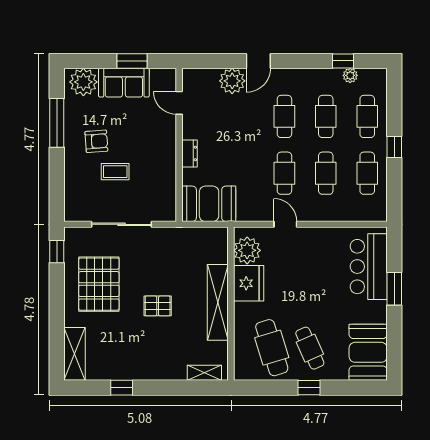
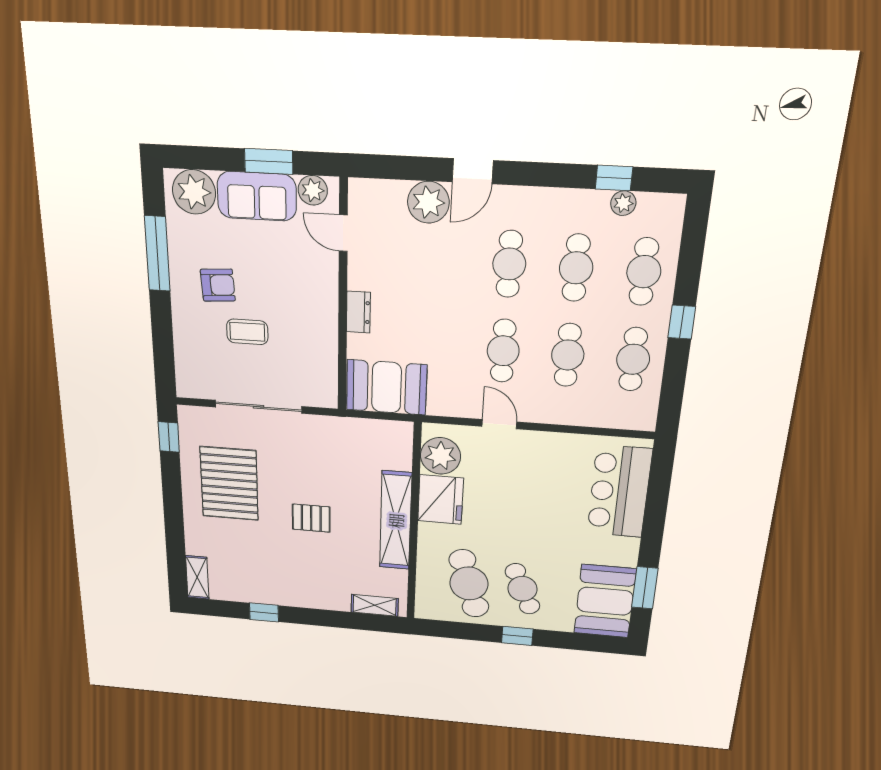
plant: (160, 77) -> (313, 190), added
window: (394, 289) -> (645, 588), moved
shelving: (75, 354) -> (197, 577), width x0.67, depth x0.75

